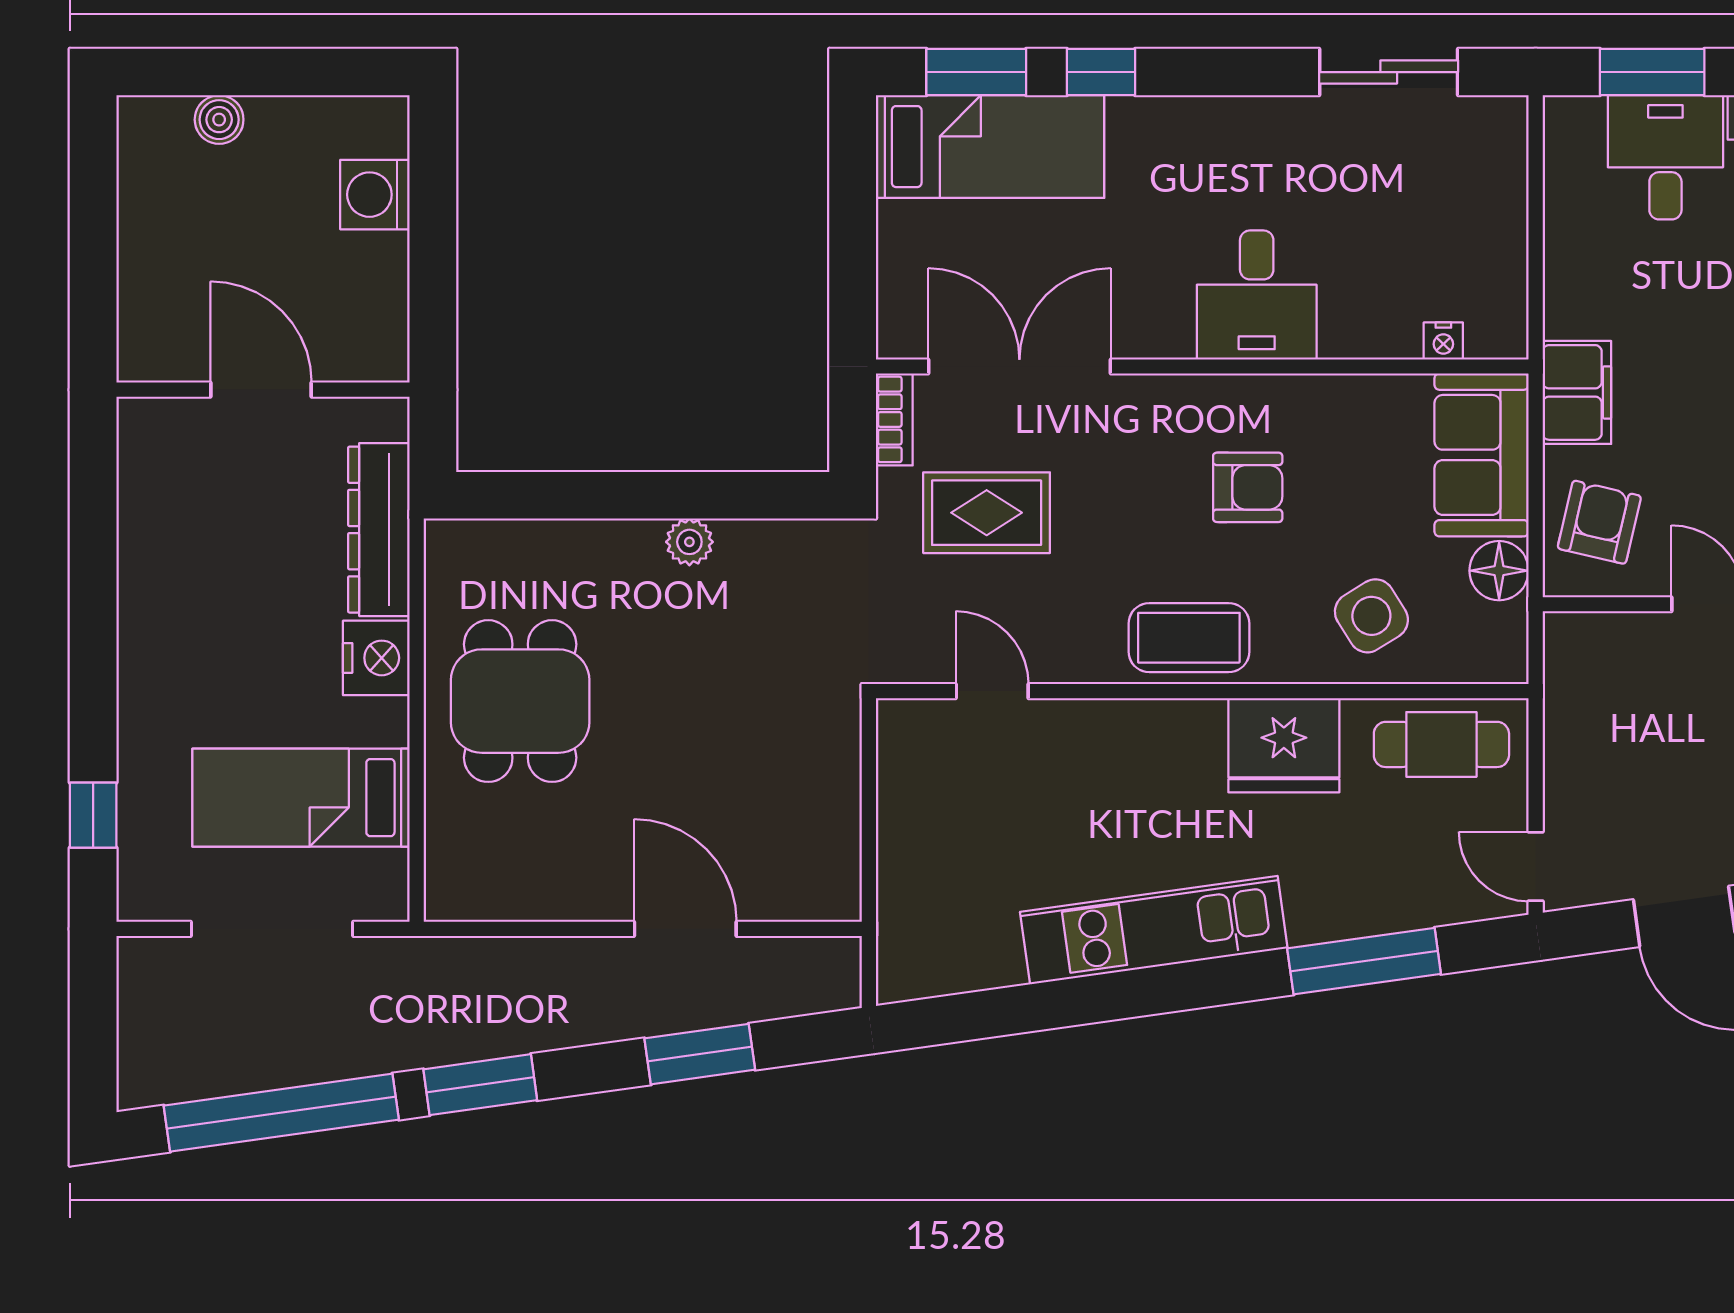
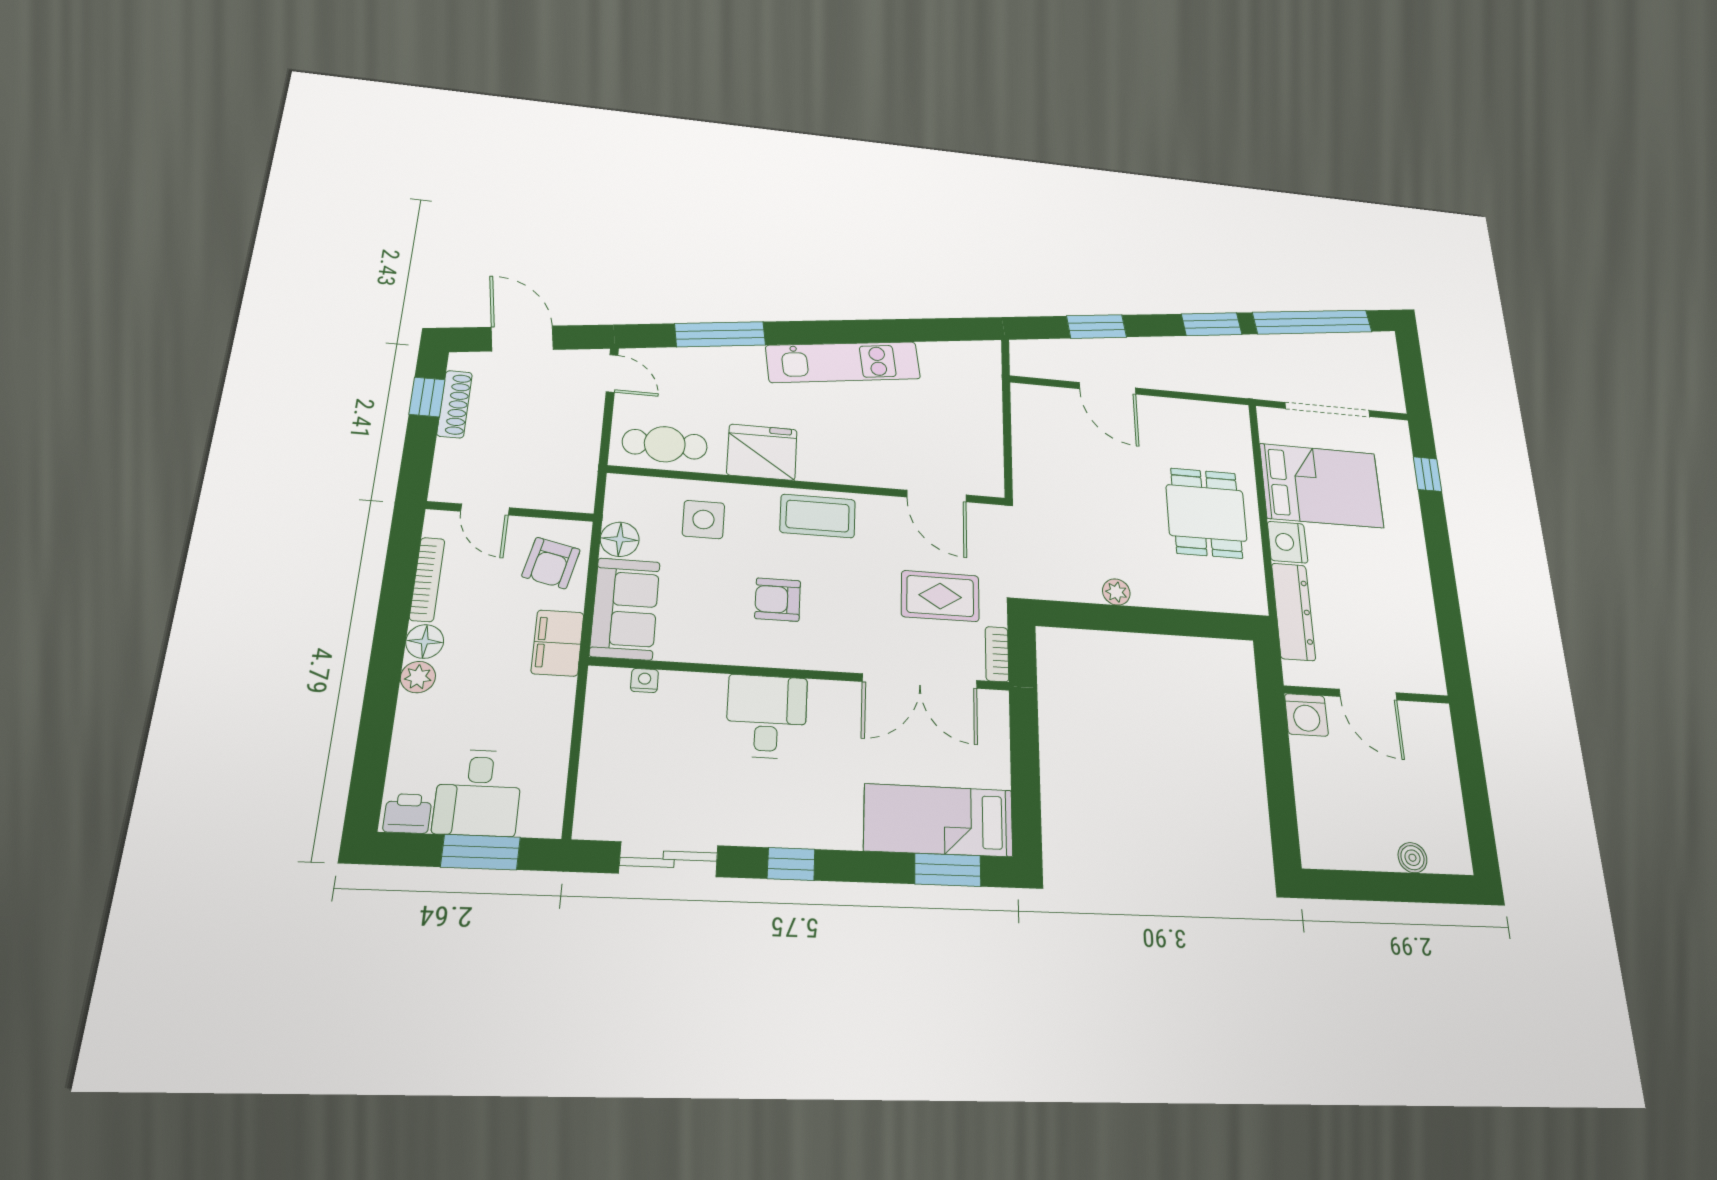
window: (1101, 72) -> (791, 864), moved
washing machine: (375, 195) -> (1306, 715), moved, turned 90
side table: (1371, 616) -> (703, 519), turned 32
door: (992, 691) -> (937, 496), width x1.38
bed: (301, 798) -> (1322, 486), width x1.50

